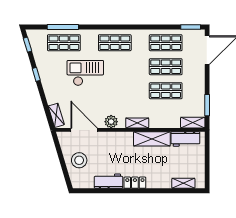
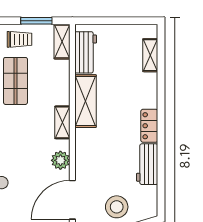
trolley: (194, 93) -> (19, 39), added

